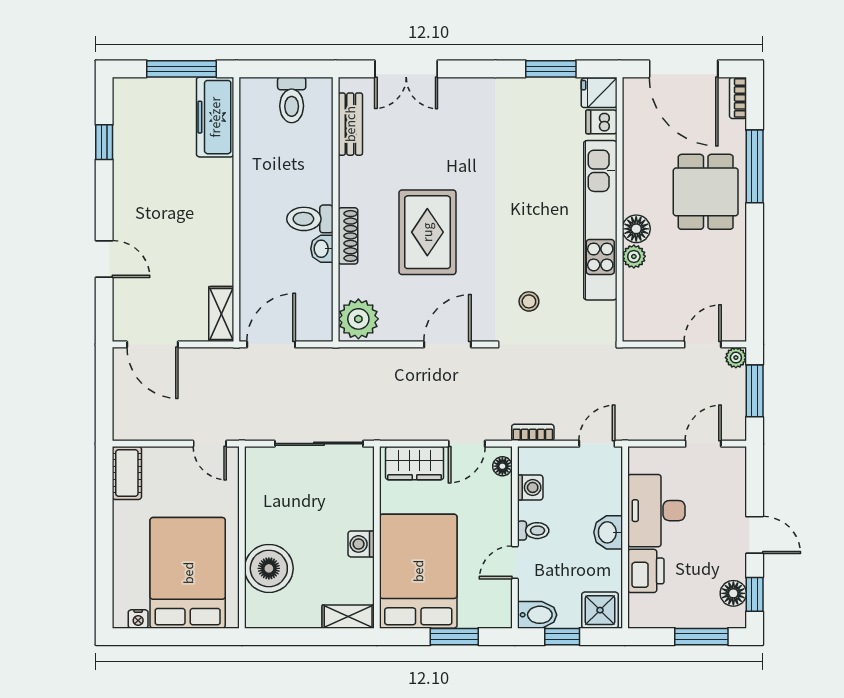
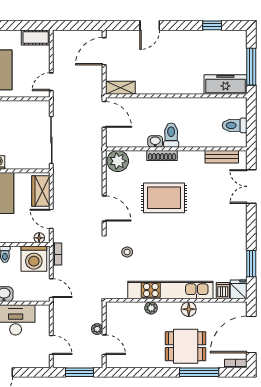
floor lamp: (636, 229) -> (189, 309), moved
plant: (736, 358) -> (97, 329), moved
washing machine: (530, 487) -> (34, 259), width x1.89, depth x1.89

